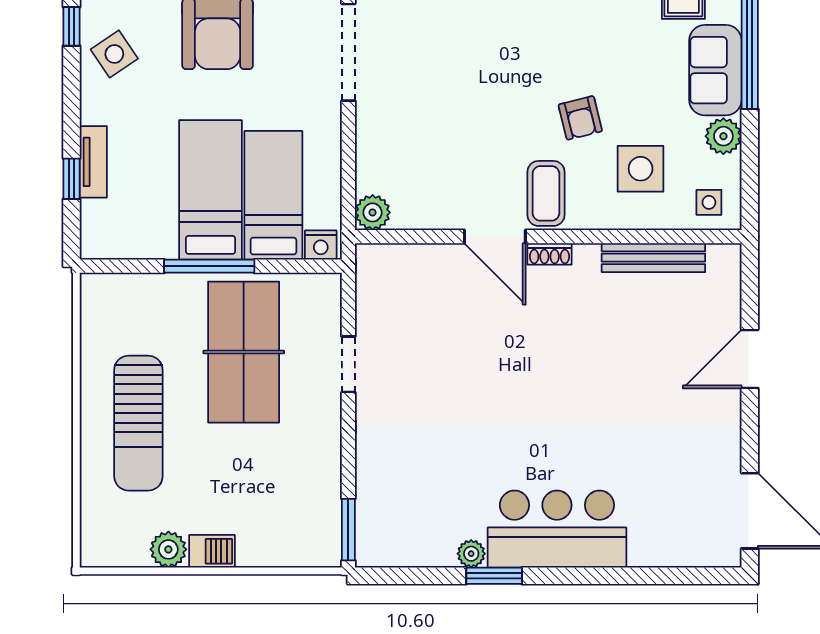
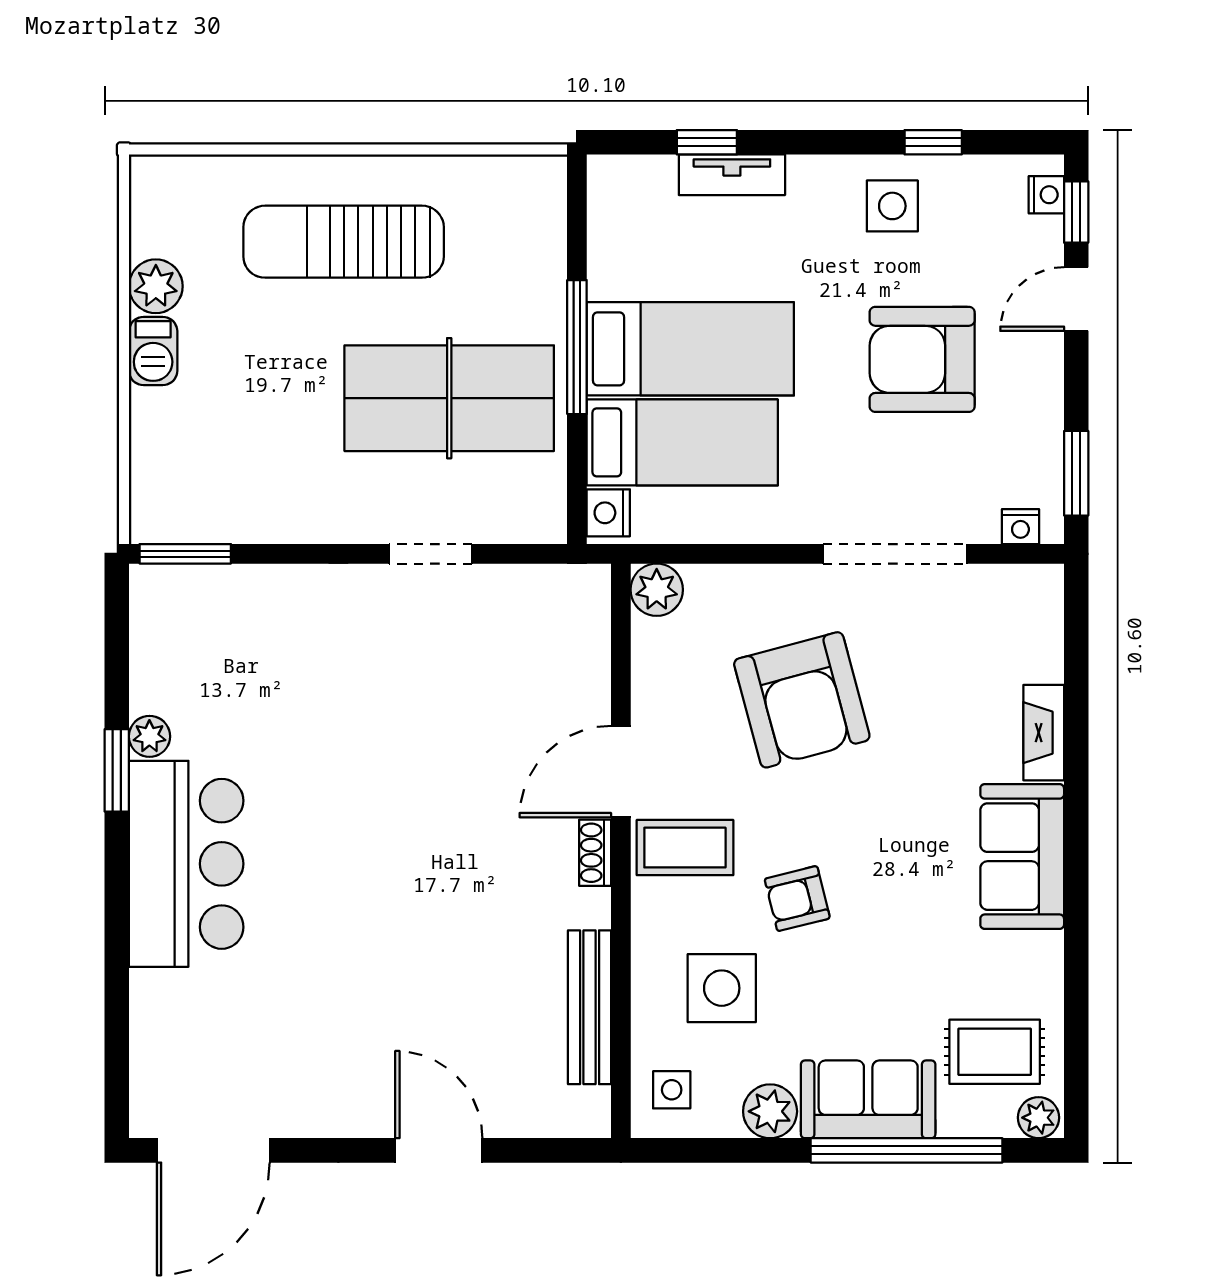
side table: (114, 54) -> (892, 206), turned 34
armchair: (447, 115) -> (802, 700), added

